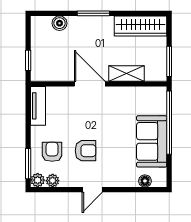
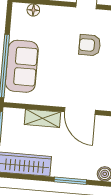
sofa: (152, 141) -> (22, 66), moved

